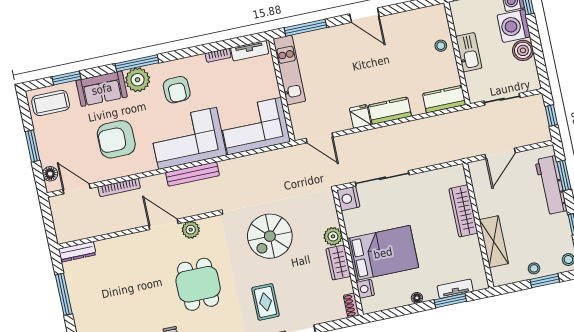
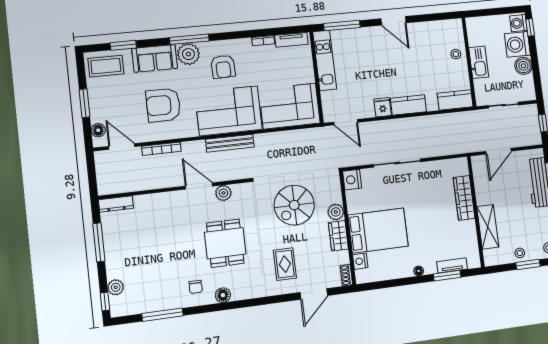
nightstand: (348, 199) -> (352, 180), moved
plant: (333, 236) -> (336, 212), moved
wall: (348, 253) -> (348, 228), moved
bed: (383, 253) -> (378, 231), moved
wardrobe: (338, 262) -> (338, 236), moved
nightstand: (365, 289) -> (360, 261), moved
shoe rack: (351, 305) -> (346, 275), moved

